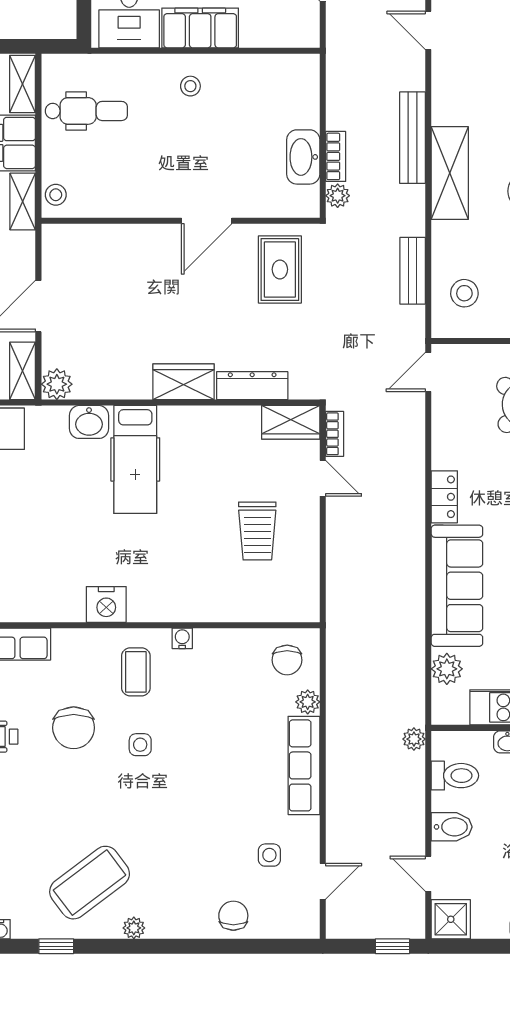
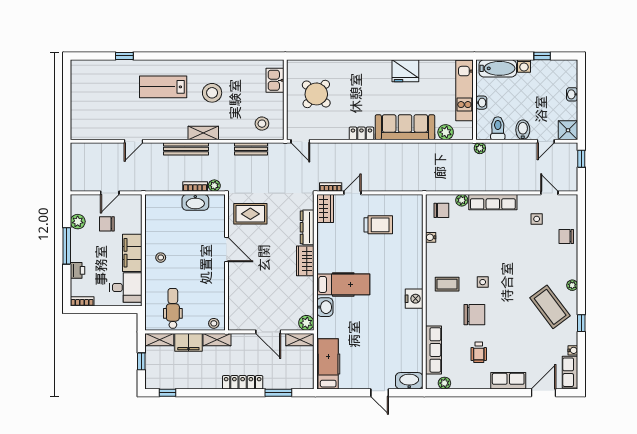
shelving: (450, 173) -> (203, 133), width x0.67, depth x0.75
water cooler: (182, 638) -> (431, 237), moved

